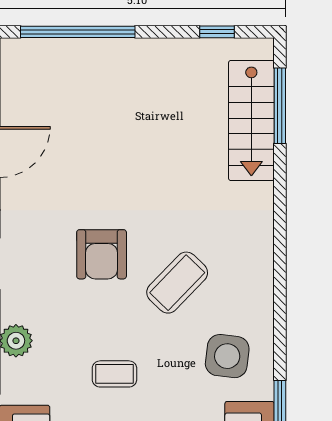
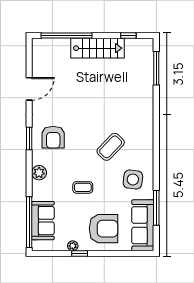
stairs: (251, 121) -> (97, 48), moved, turned -90
armchair: (102, 254) -> (53, 137), moved

